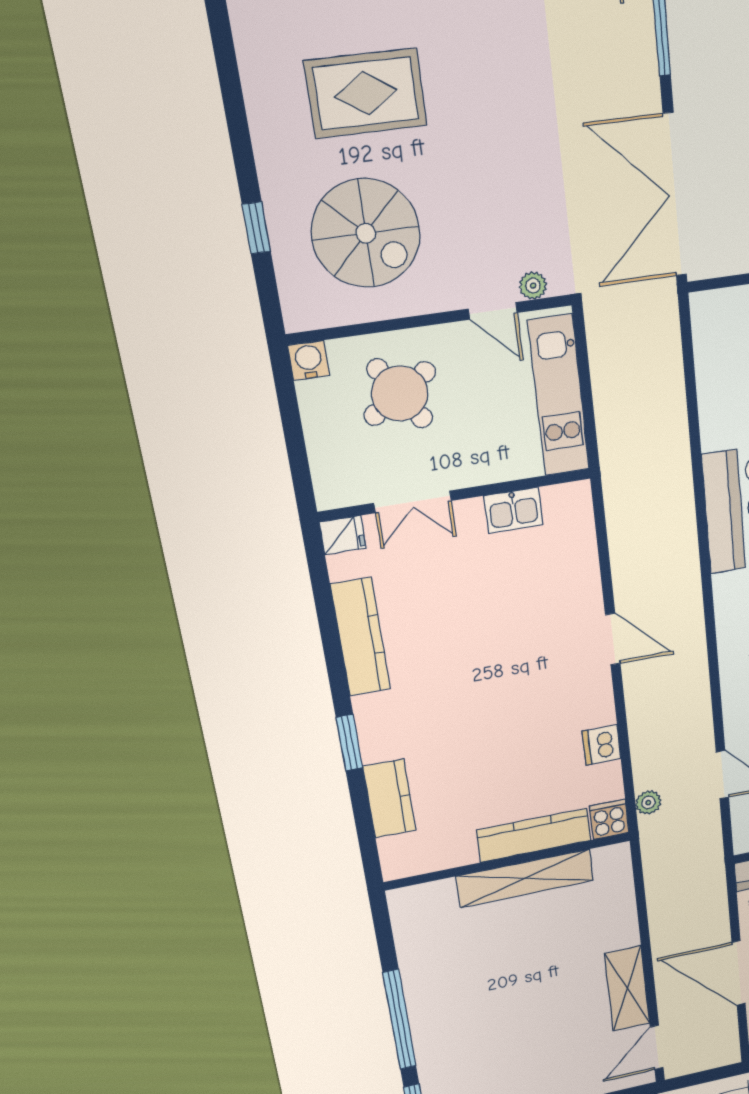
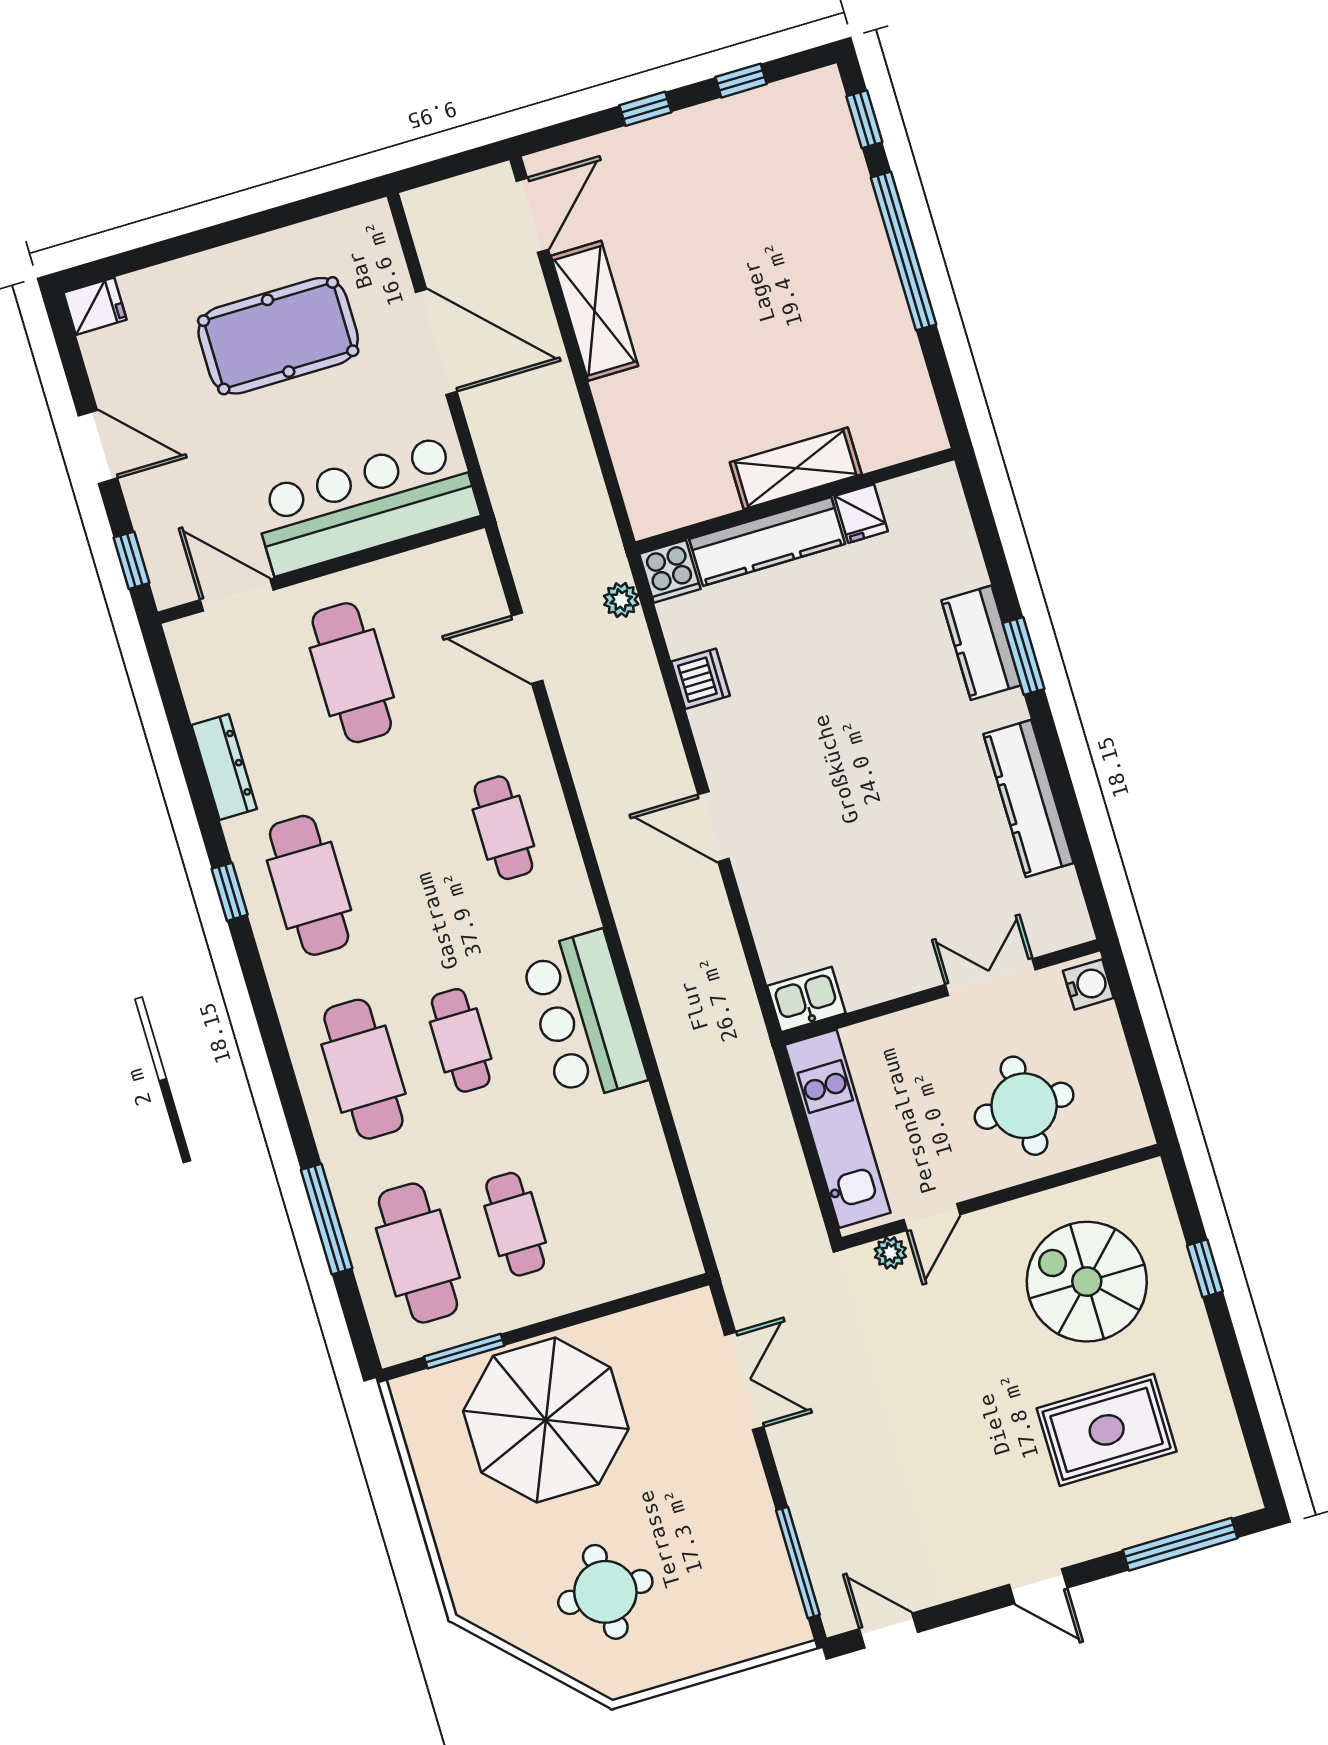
double door: (675, 195) -> (744, 1381), width x0.54
door: (493, 311) -> (932, 1217), swing flipped
water cooler: (309, 360) -> (1088, 984), moved, turned -90
round table: (400, 394) -> (1024, 1106), turned 33
kitchen sink: (513, 510) -> (806, 1000), moved
fridge: (343, 535) -> (861, 514), moved, turned -90
kitchen counter: (389, 799) -> (981, 643), moved
shelving: (525, 878) -> (796, 468), width x0.68

